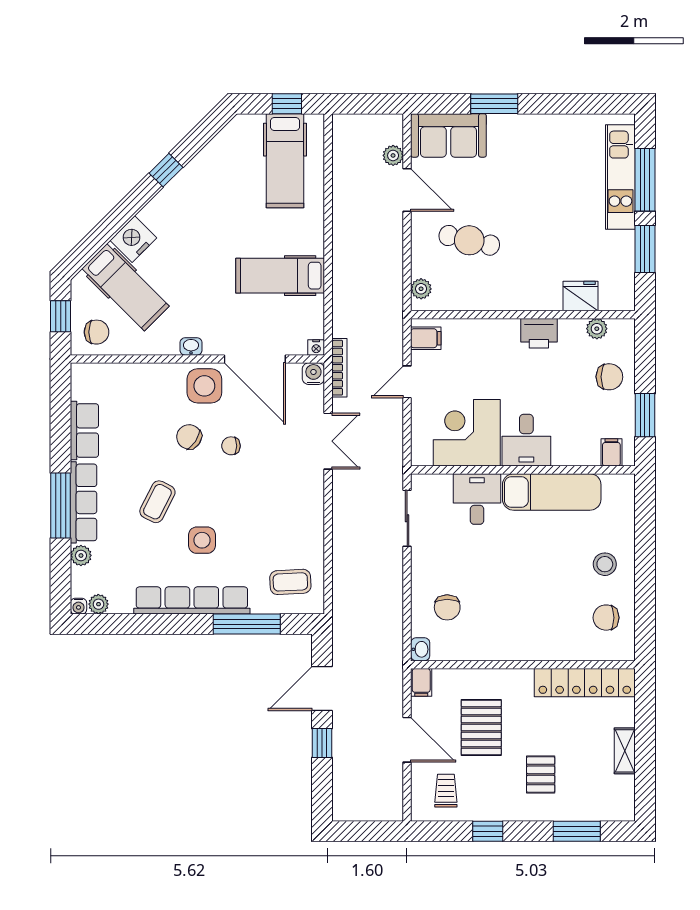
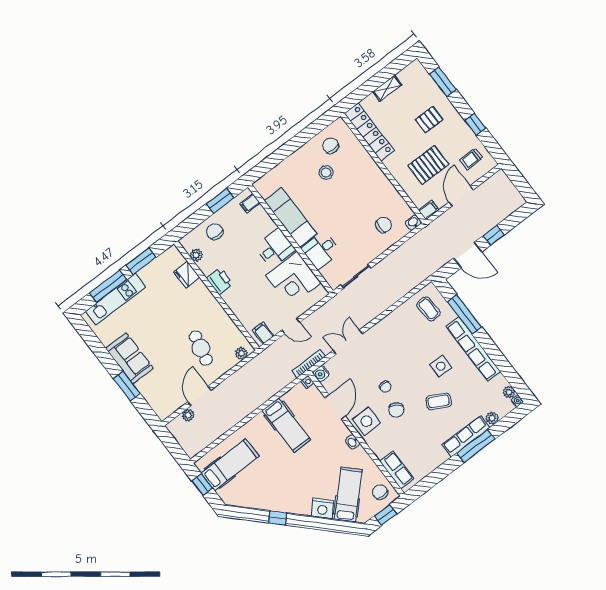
sofa: (448, 135) -> (129, 358), moved
door: (255, 359) -> (335, 407), width x0.73
row of seats: (84, 430) -> (397, 470), moved, turned 90
stool: (605, 564) -> (326, 173), moved
chair: (606, 618) -> (331, 146), turned 180

